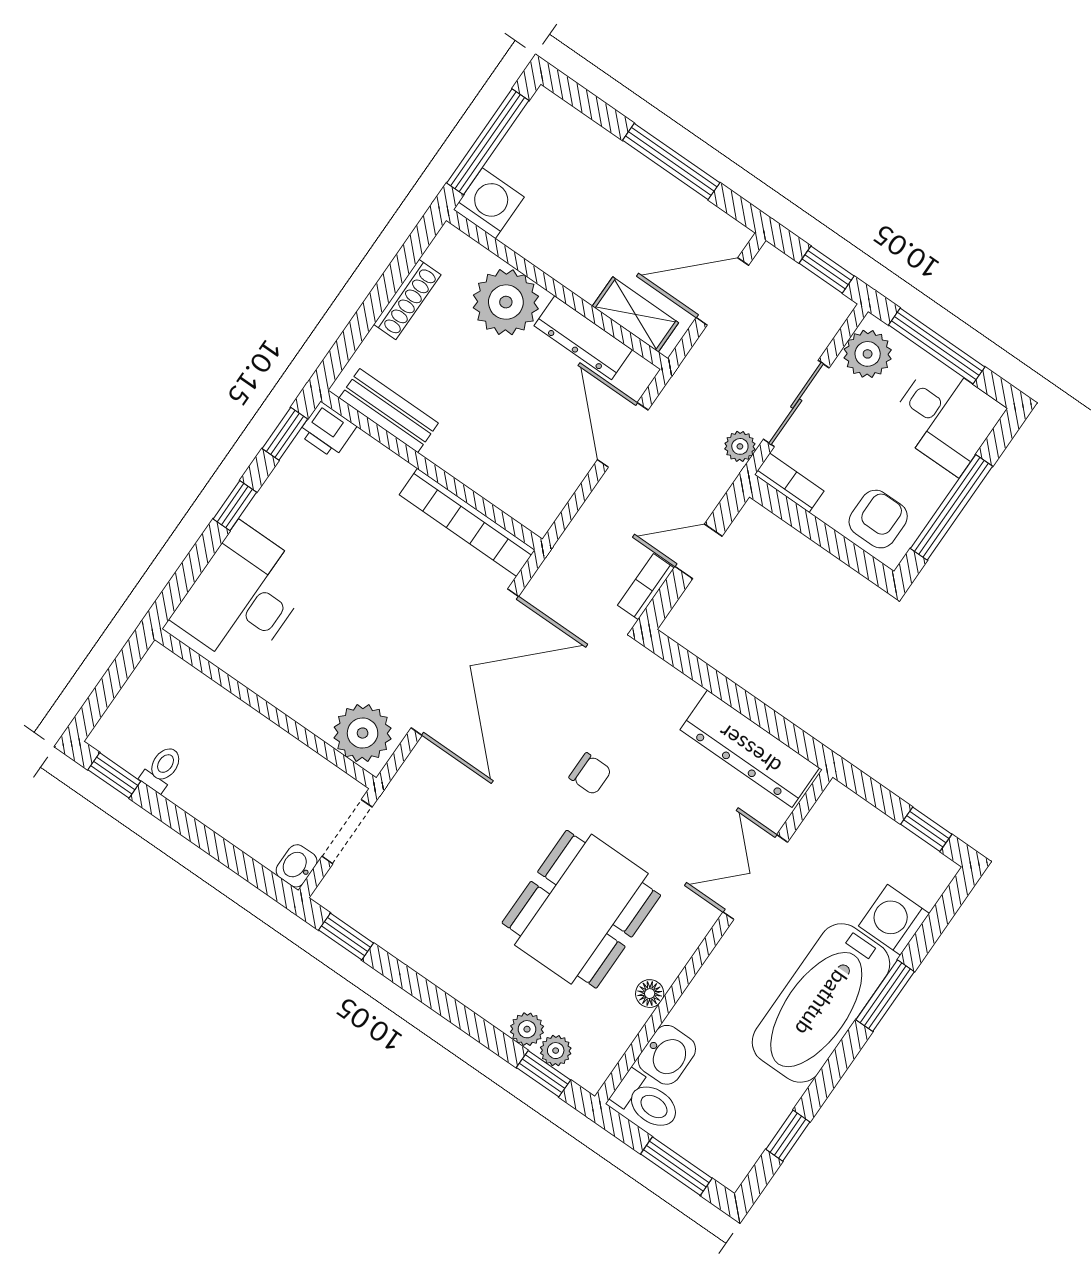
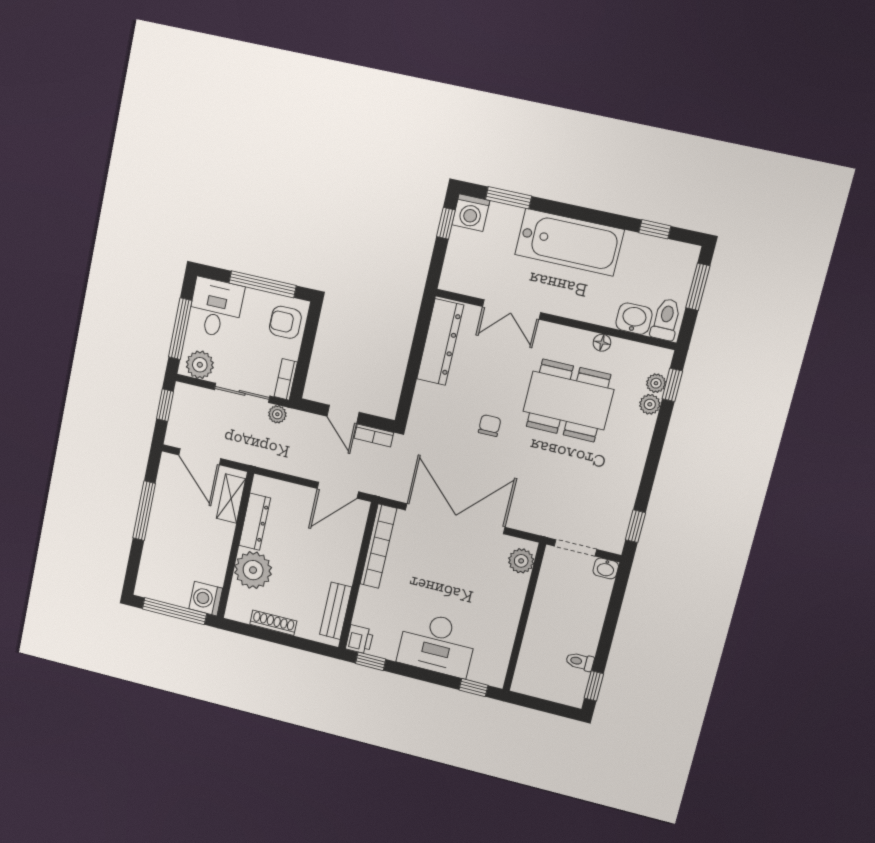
door: (623, 435) -> (338, 490), moved
window: (235, 506) -> (473, 688), moved
desk: (243, 597) -> (437, 644), moved
plant: (363, 733) -> (521, 561), width x0.73, depth x0.73
washing machine: (894, 920) -> (471, 213), moved
window: (885, 996) -> (509, 198), moved

